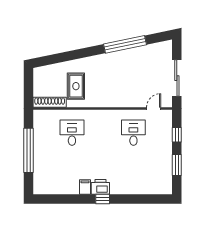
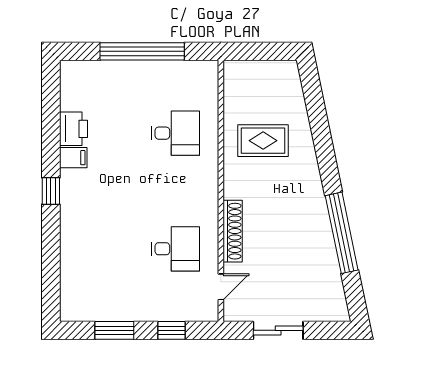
sliding door: (177, 78) -> (278, 330), width x0.73
shoe rack: (50, 102) -> (233, 231), moved
door: (154, 109) -> (221, 287), hinge flipped
printer: (100, 187) -> (73, 129), moved

